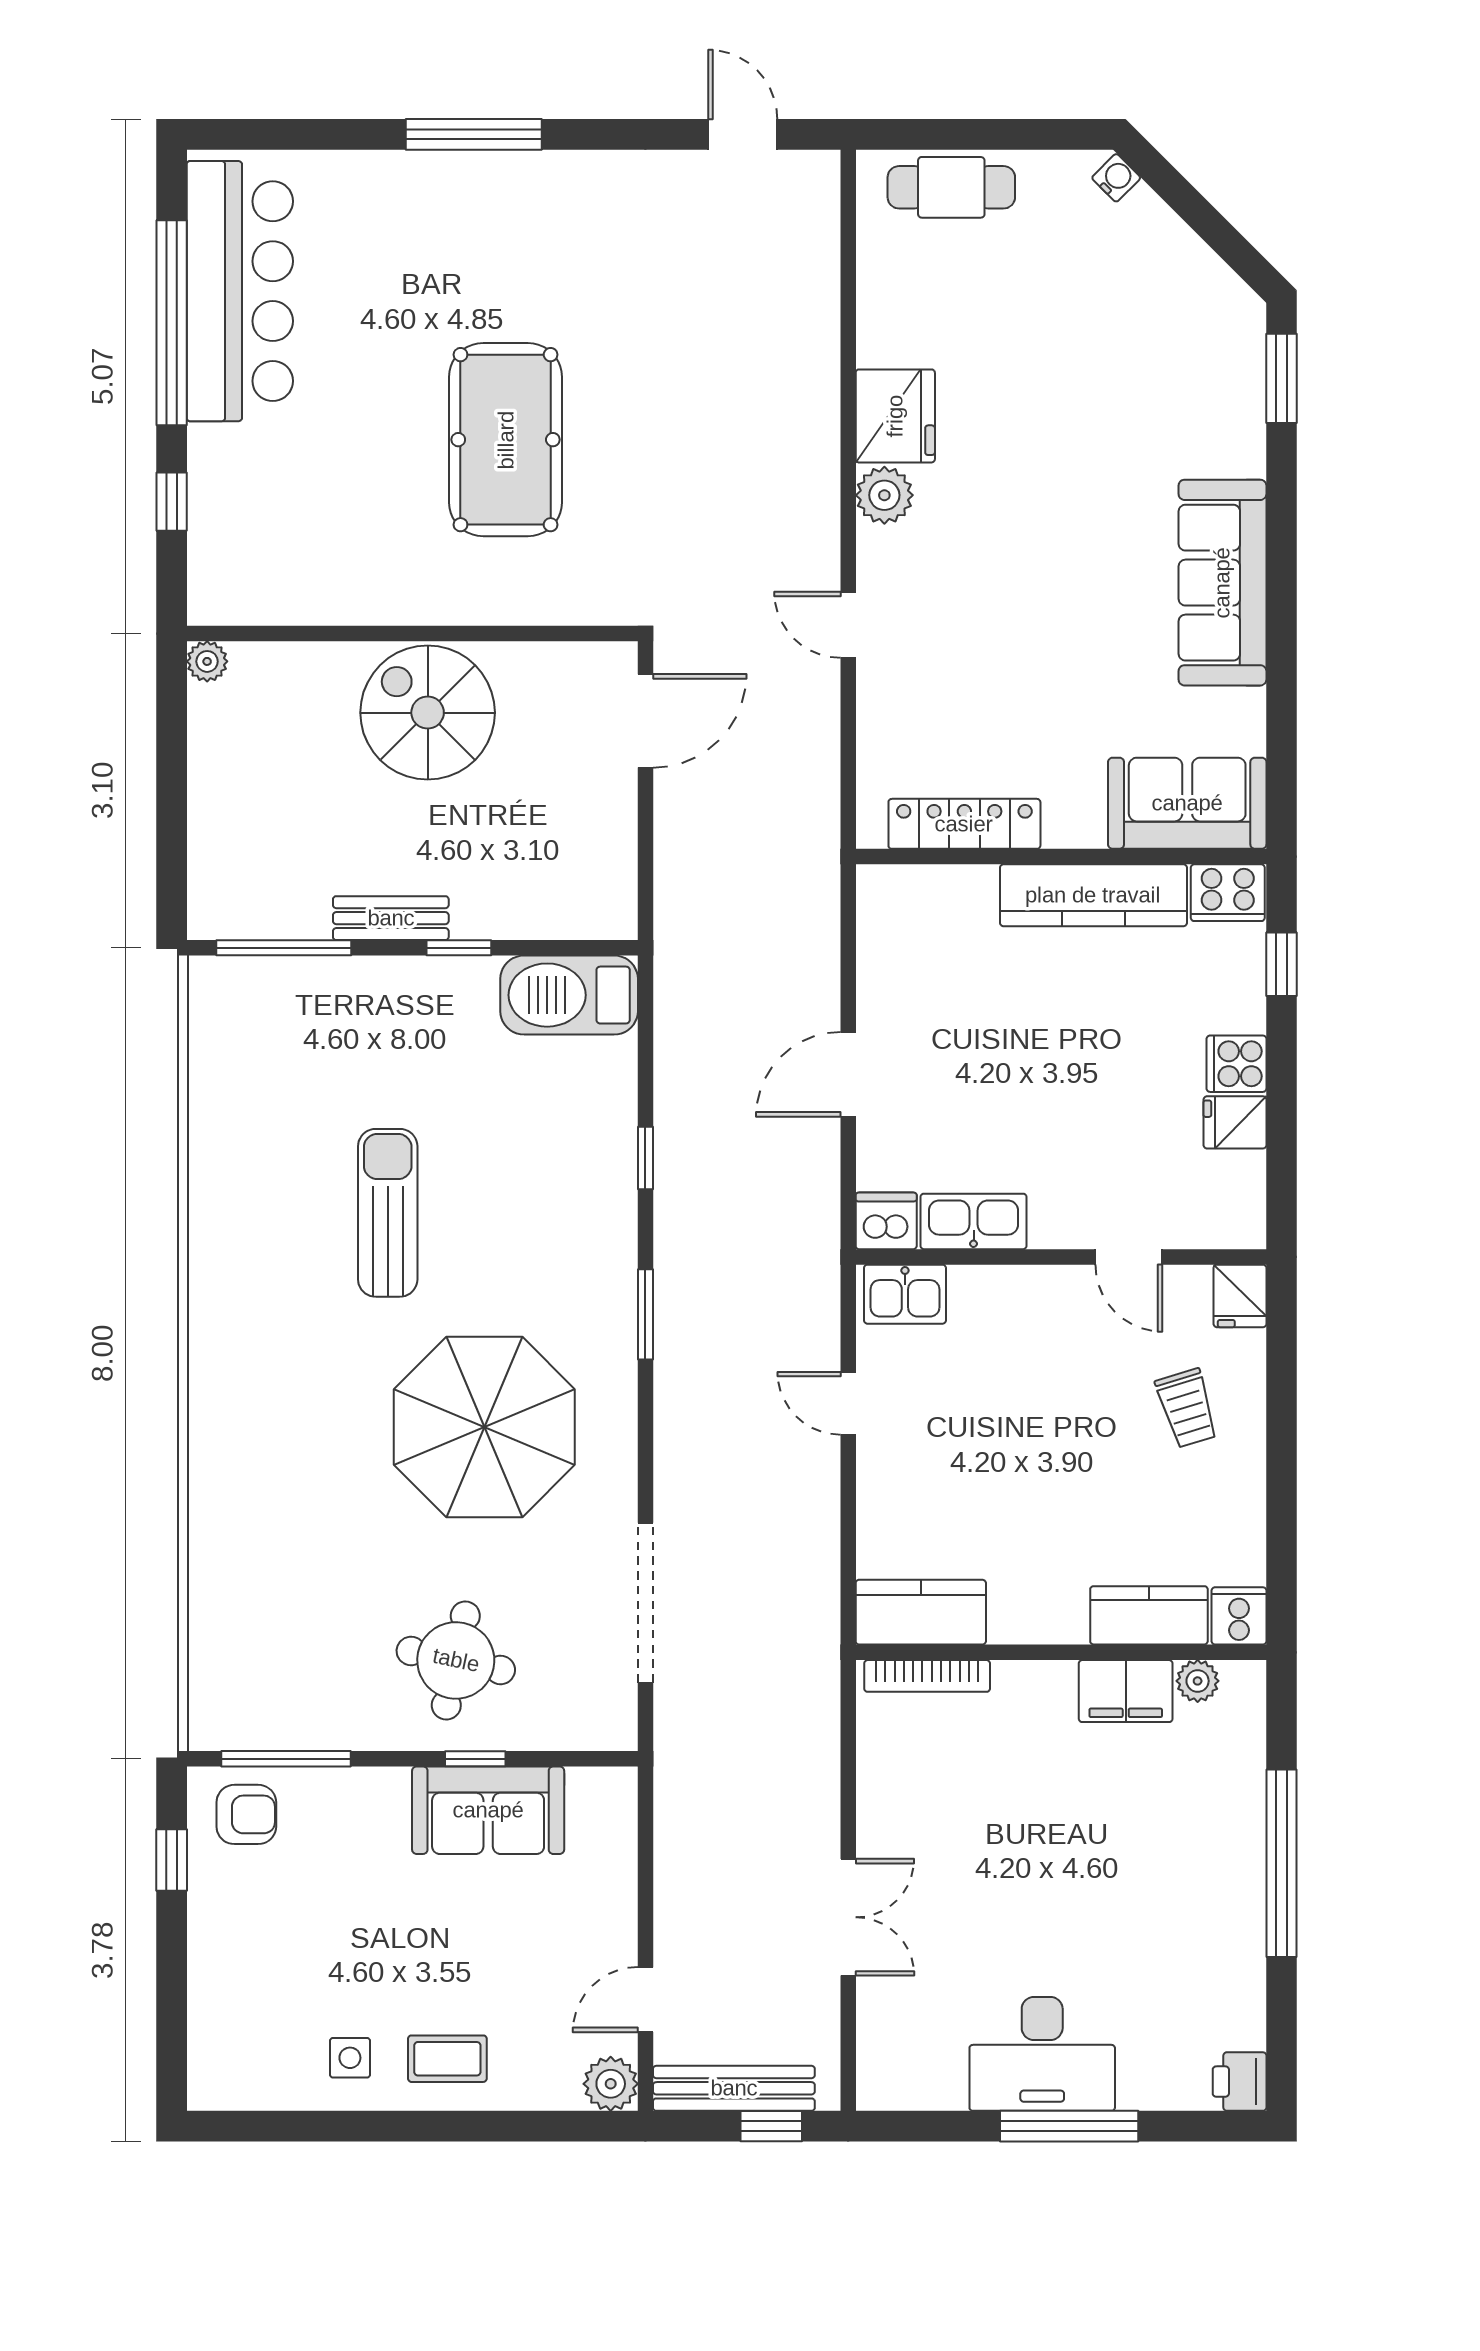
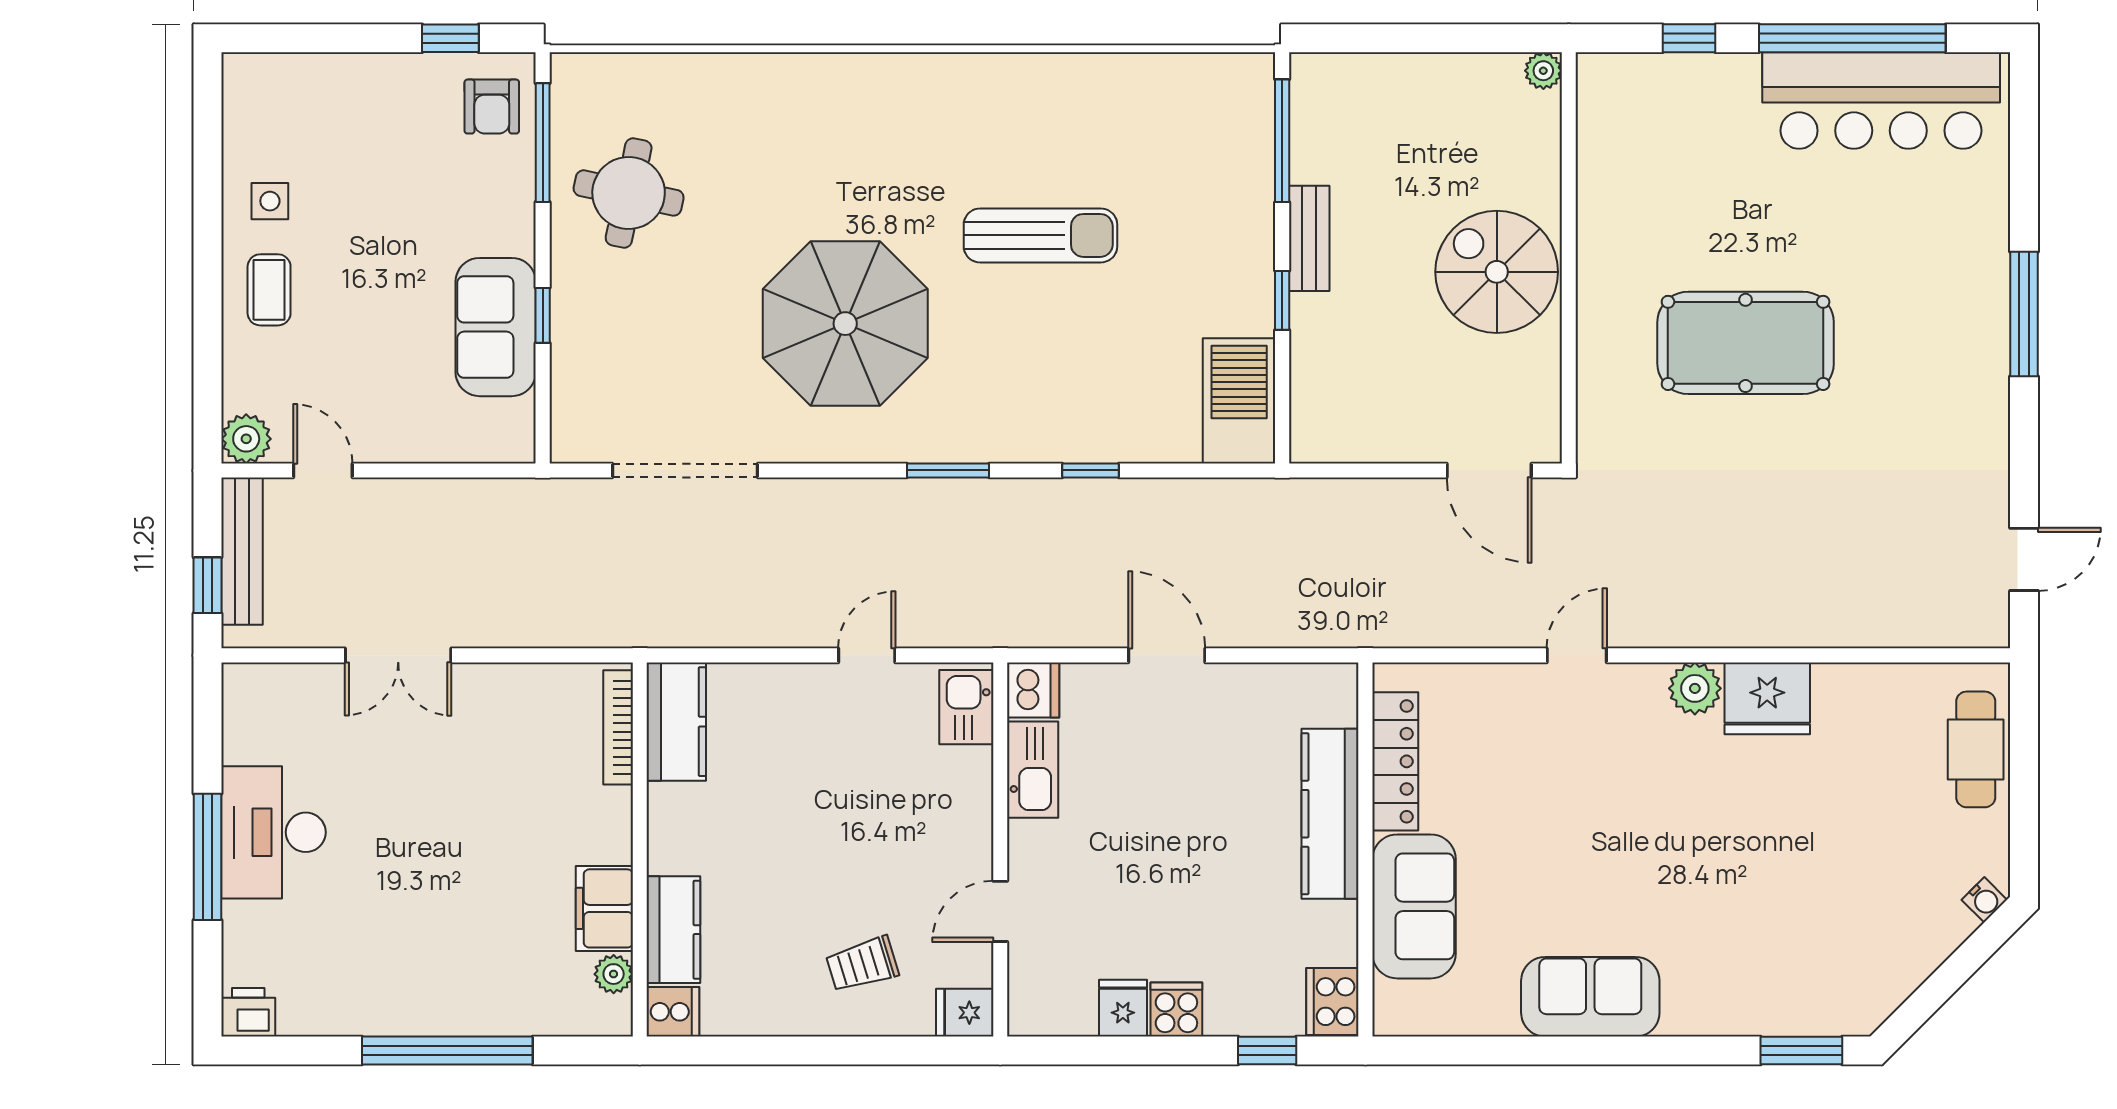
sofa: (1222, 583) -> (1590, 997), width x0.73
spiral stairs: (428, 713) -> (1497, 272), turned -90
sofa: (1187, 803) -> (1414, 906), moved
kitchen counter: (1093, 895) -> (1330, 814), moved
round table: (456, 1660) -> (629, 193), moved

